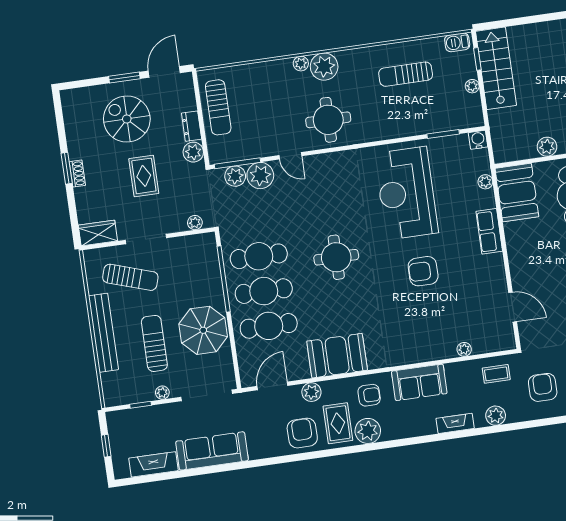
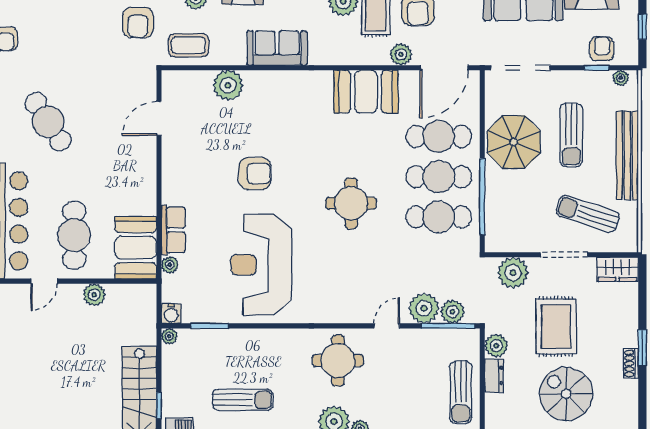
plant: (472, 86) -> (169, 336), moved
sun lounger: (218, 107) -> (461, 392), turned 180
spiral stairs: (127, 119) -> (566, 394), turned 180
door: (290, 156) -> (387, 326), hinge flipped
shoe rack: (77, 174) -> (631, 363), moved
rug: (144, 176) -> (556, 327), width x1.36, depth x1.43
reception desk: (406, 193) -> (261, 265), turned 180
plant: (195, 223) -> (513, 273), width x1.88, depth x1.88
row of seats: (489, 231) -> (173, 230), moved
door: (513, 307) -> (159, 118), hinge flipped
plant: (464, 349) -> (228, 85), width x1.88, depth x1.88
coffee table: (496, 374) -> (188, 45), width x1.36, depth x1.30
door: (272, 386) -> (444, 68), width x1.36
plant: (162, 393) -> (621, 78), moved
armchair: (369, 395) -> (602, 49), moved, turned 90

